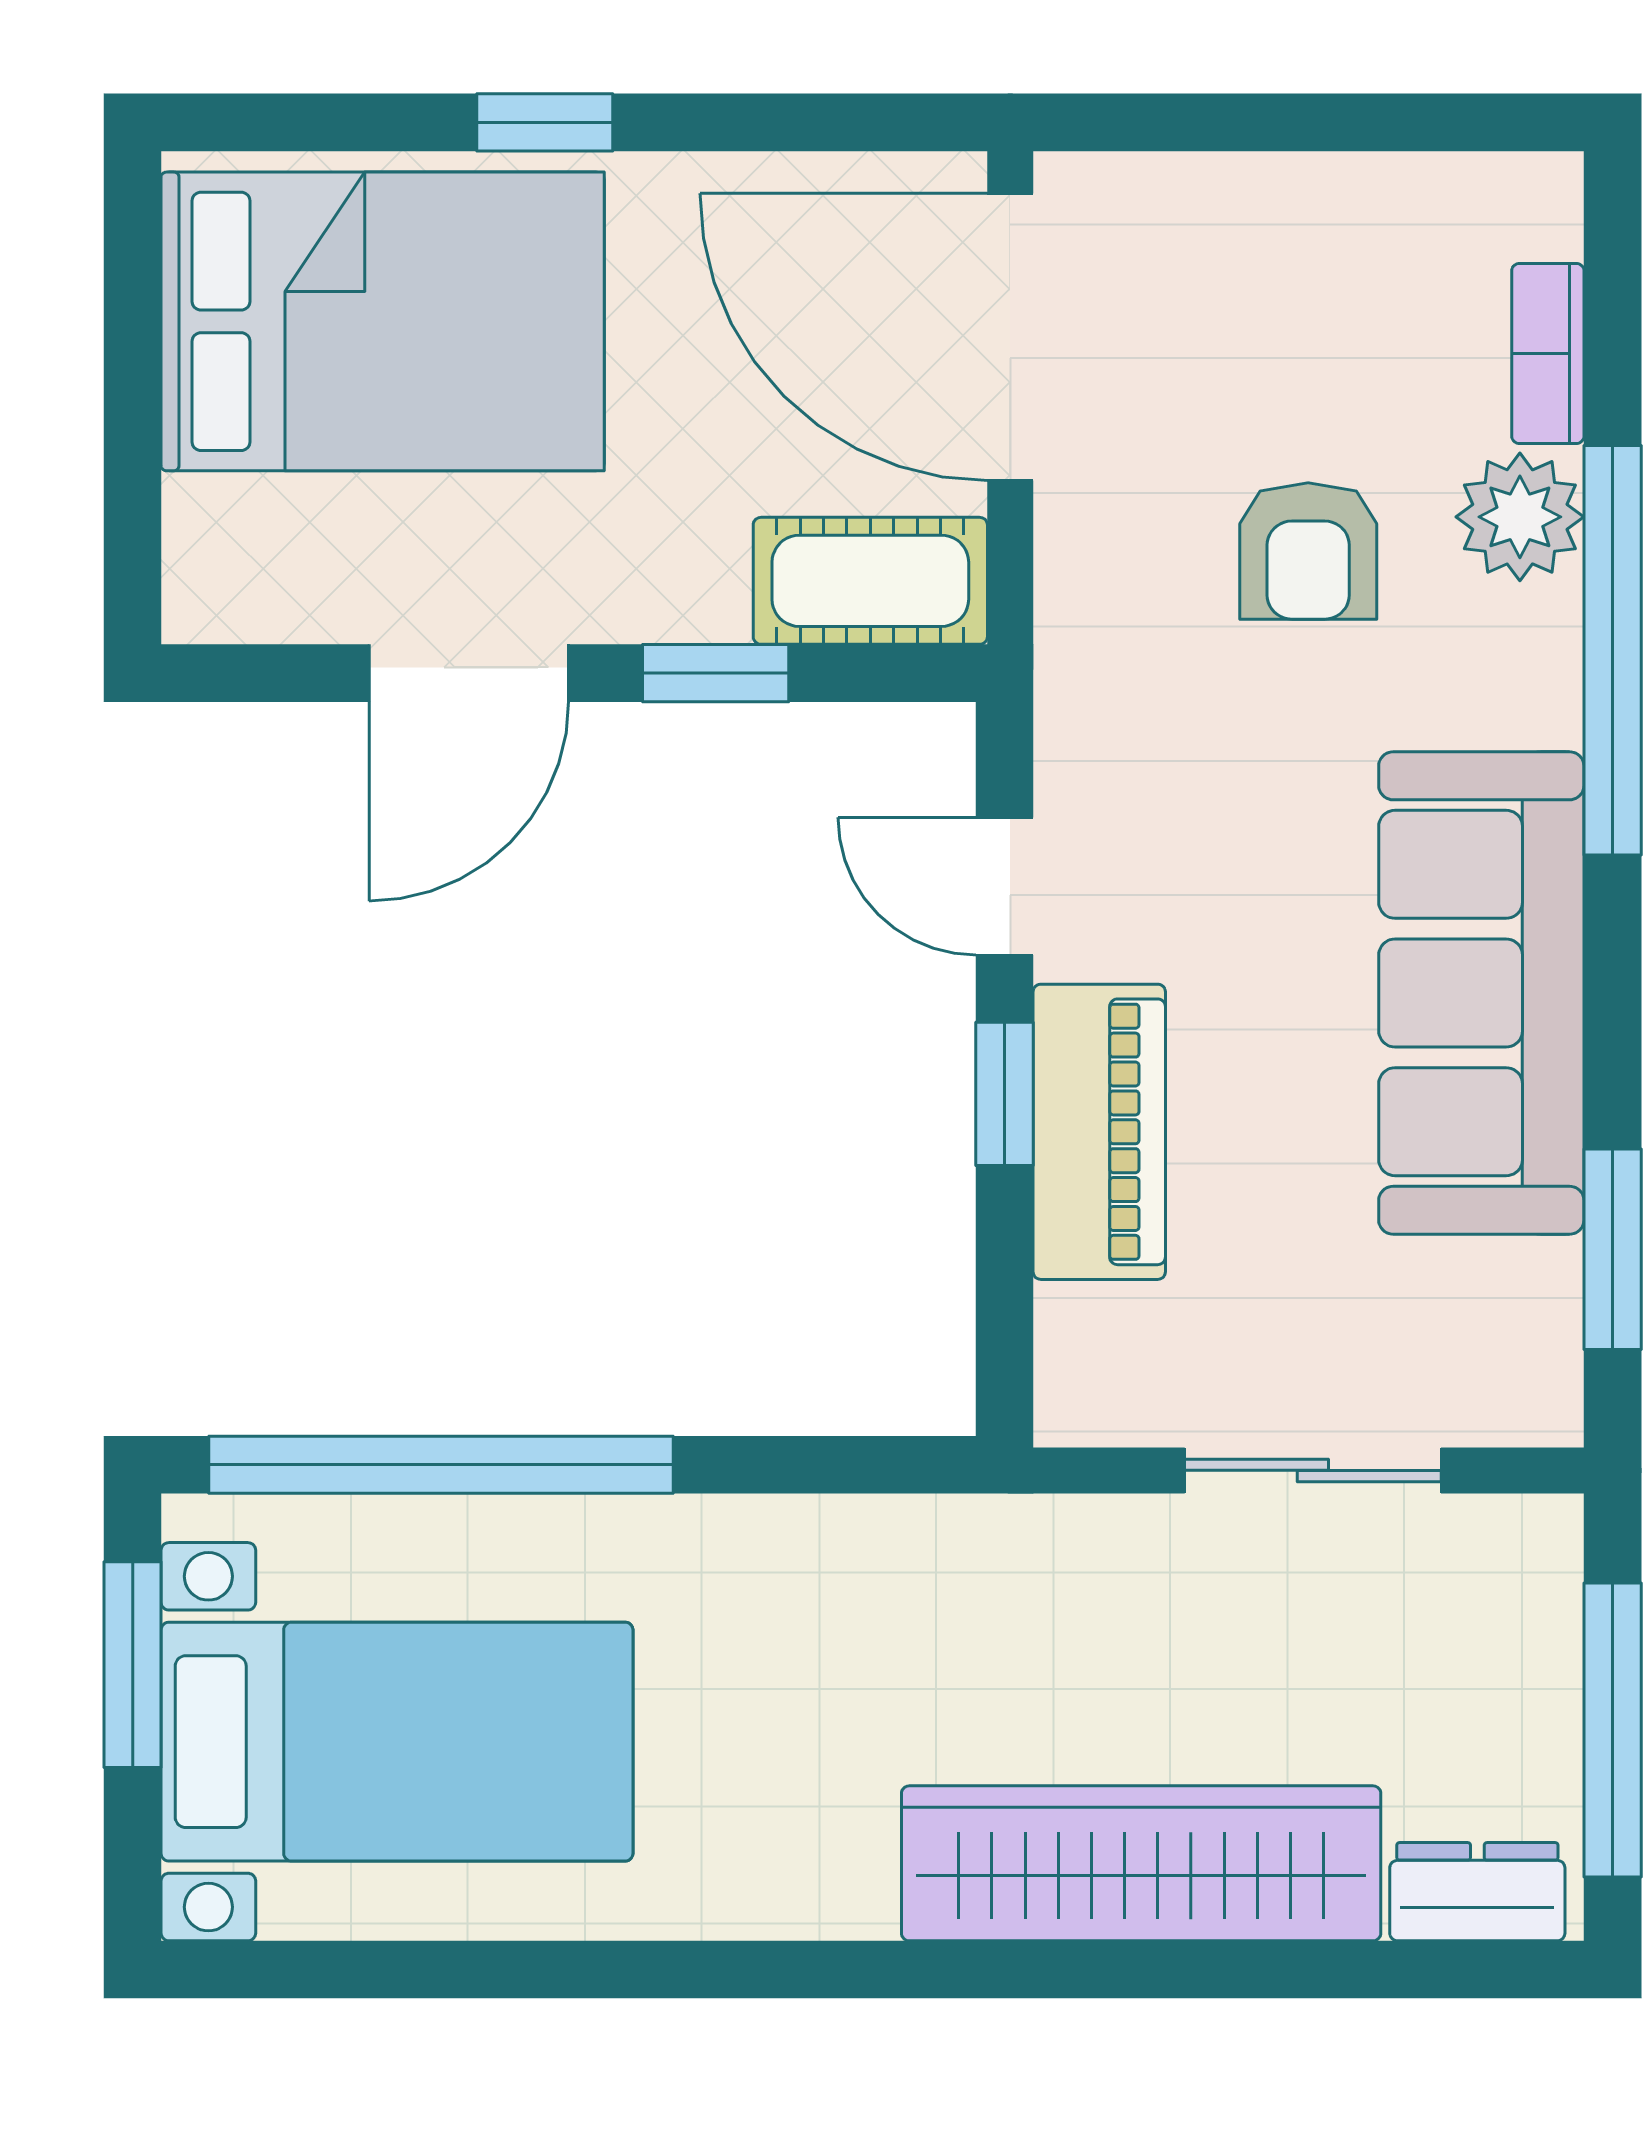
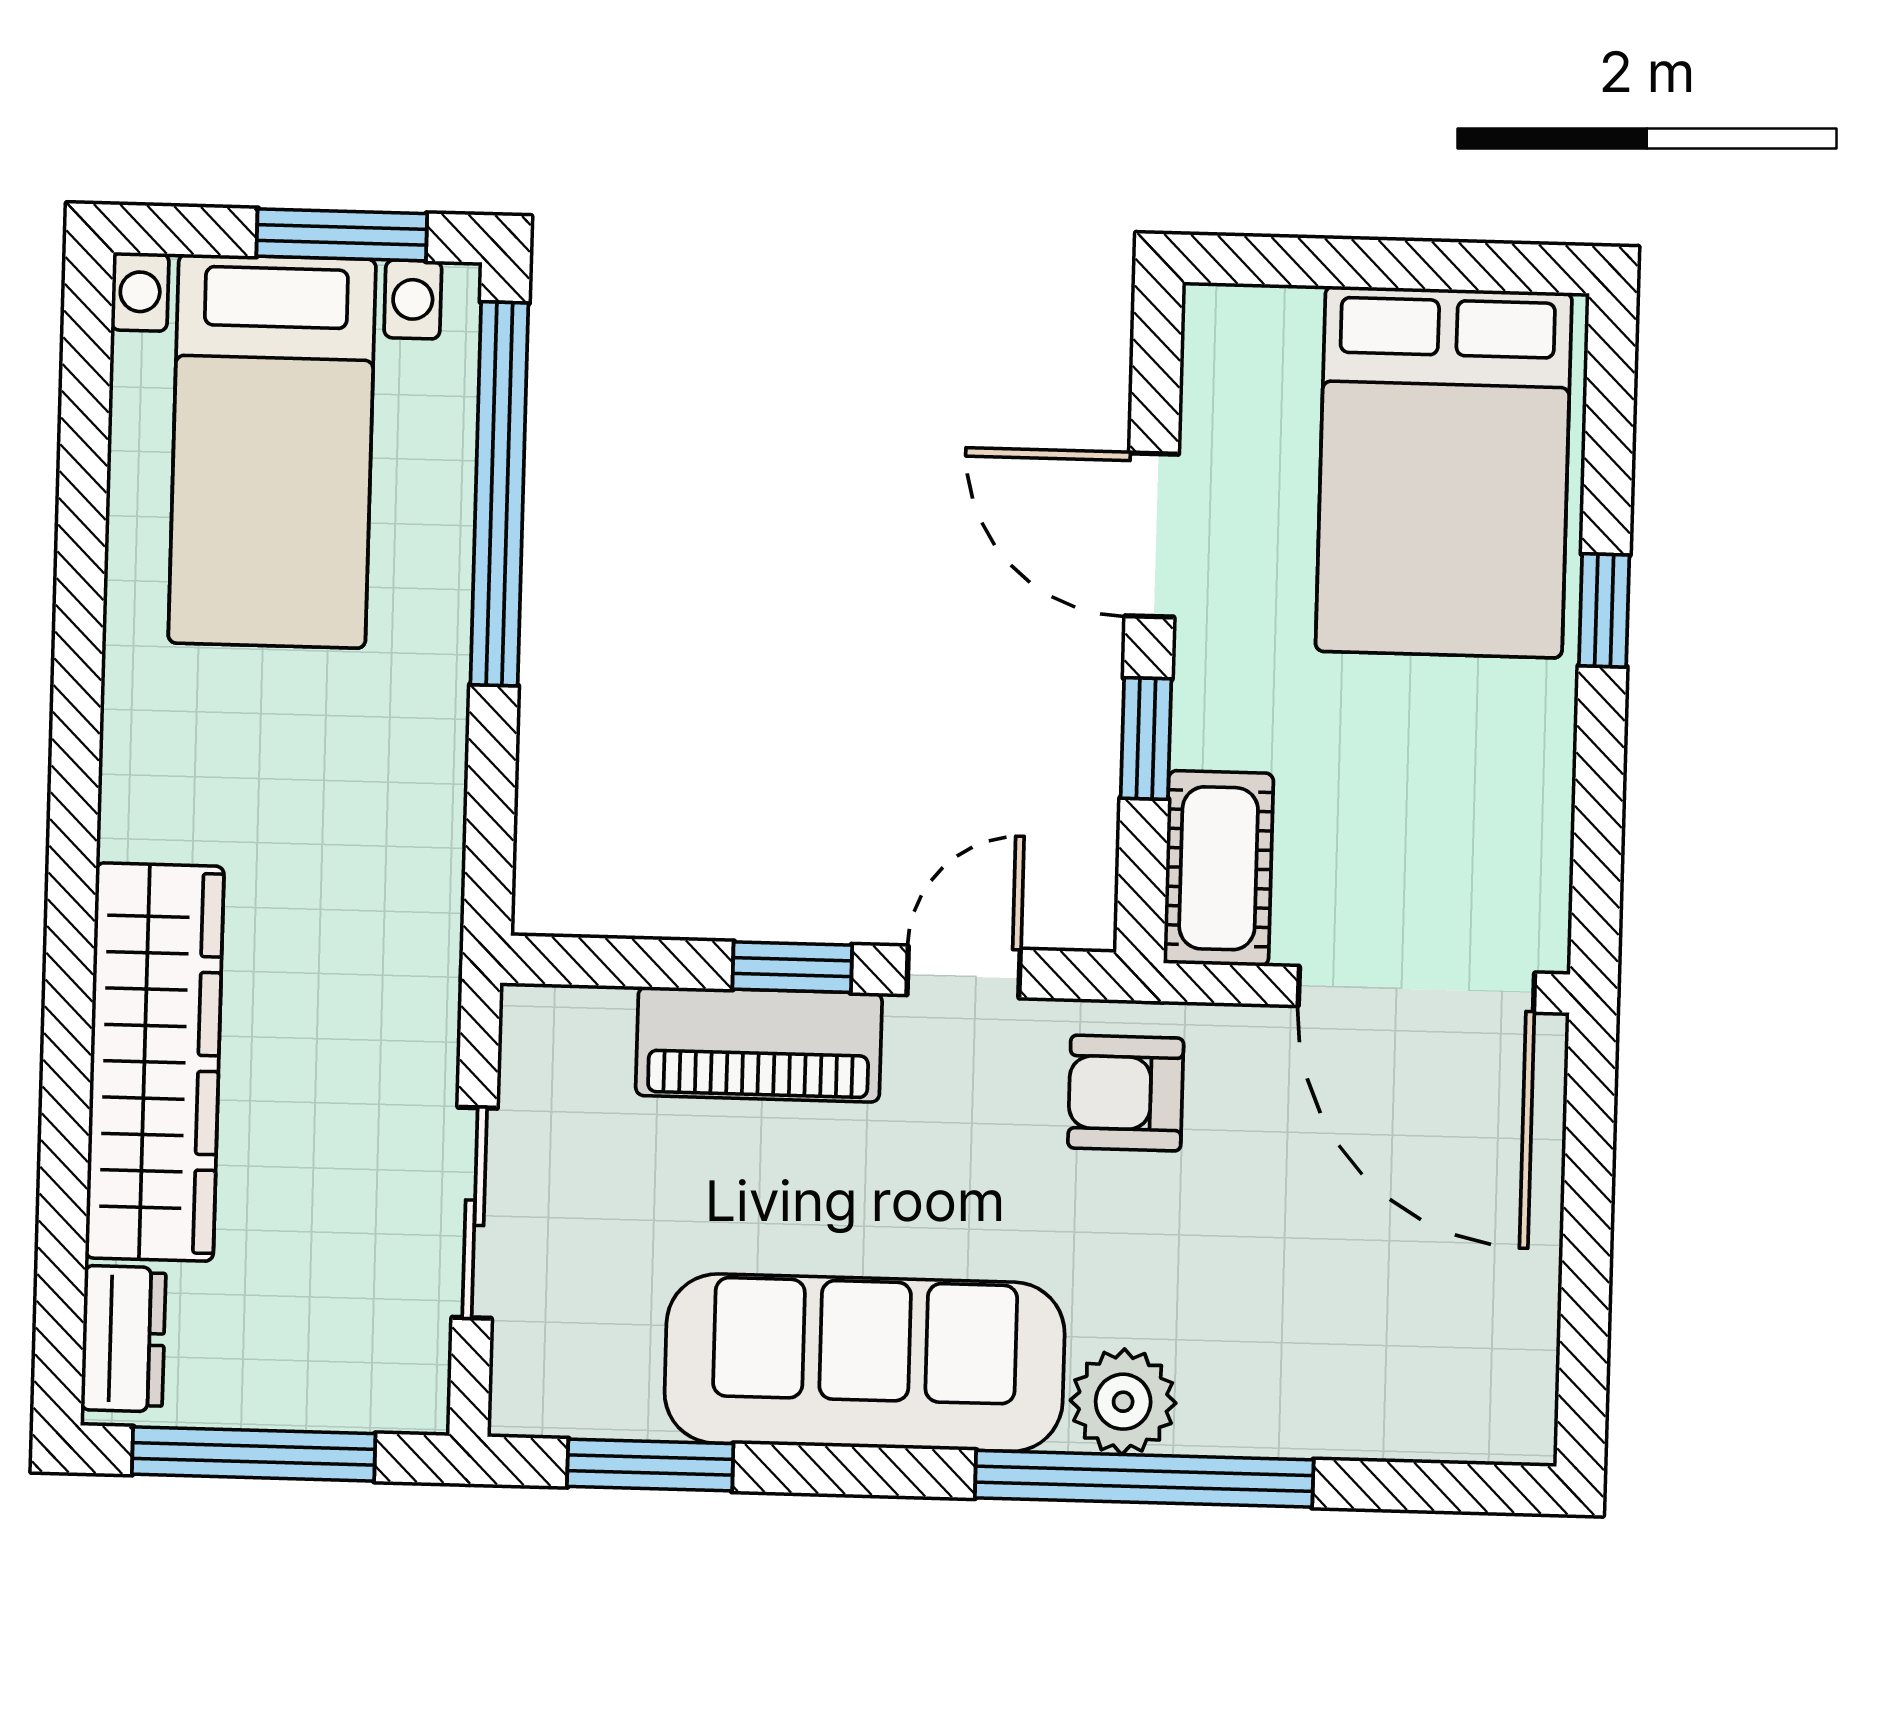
door: (1010, 337) -> (1416, 989), swing flipped
bookcase: (1548, 353) -> (1390, 1432), removed
plant: (1520, 517) -> (1123, 1402), moved
armchair: (1308, 551) -> (1126, 1093), moved

